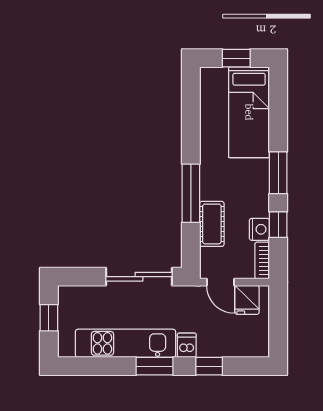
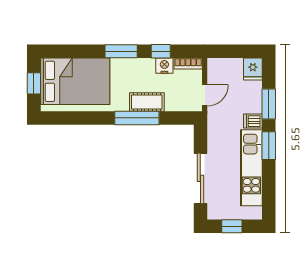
bed: (249, 112) -> (75, 81), width x1.50
cot: (212, 224) -> (147, 102), moved
sliding door: (139, 277) -> (200, 178), moved
fridge: (247, 300) -> (253, 69), moved, turned 90
window: (209, 366) -> (269, 104), width x1.50

